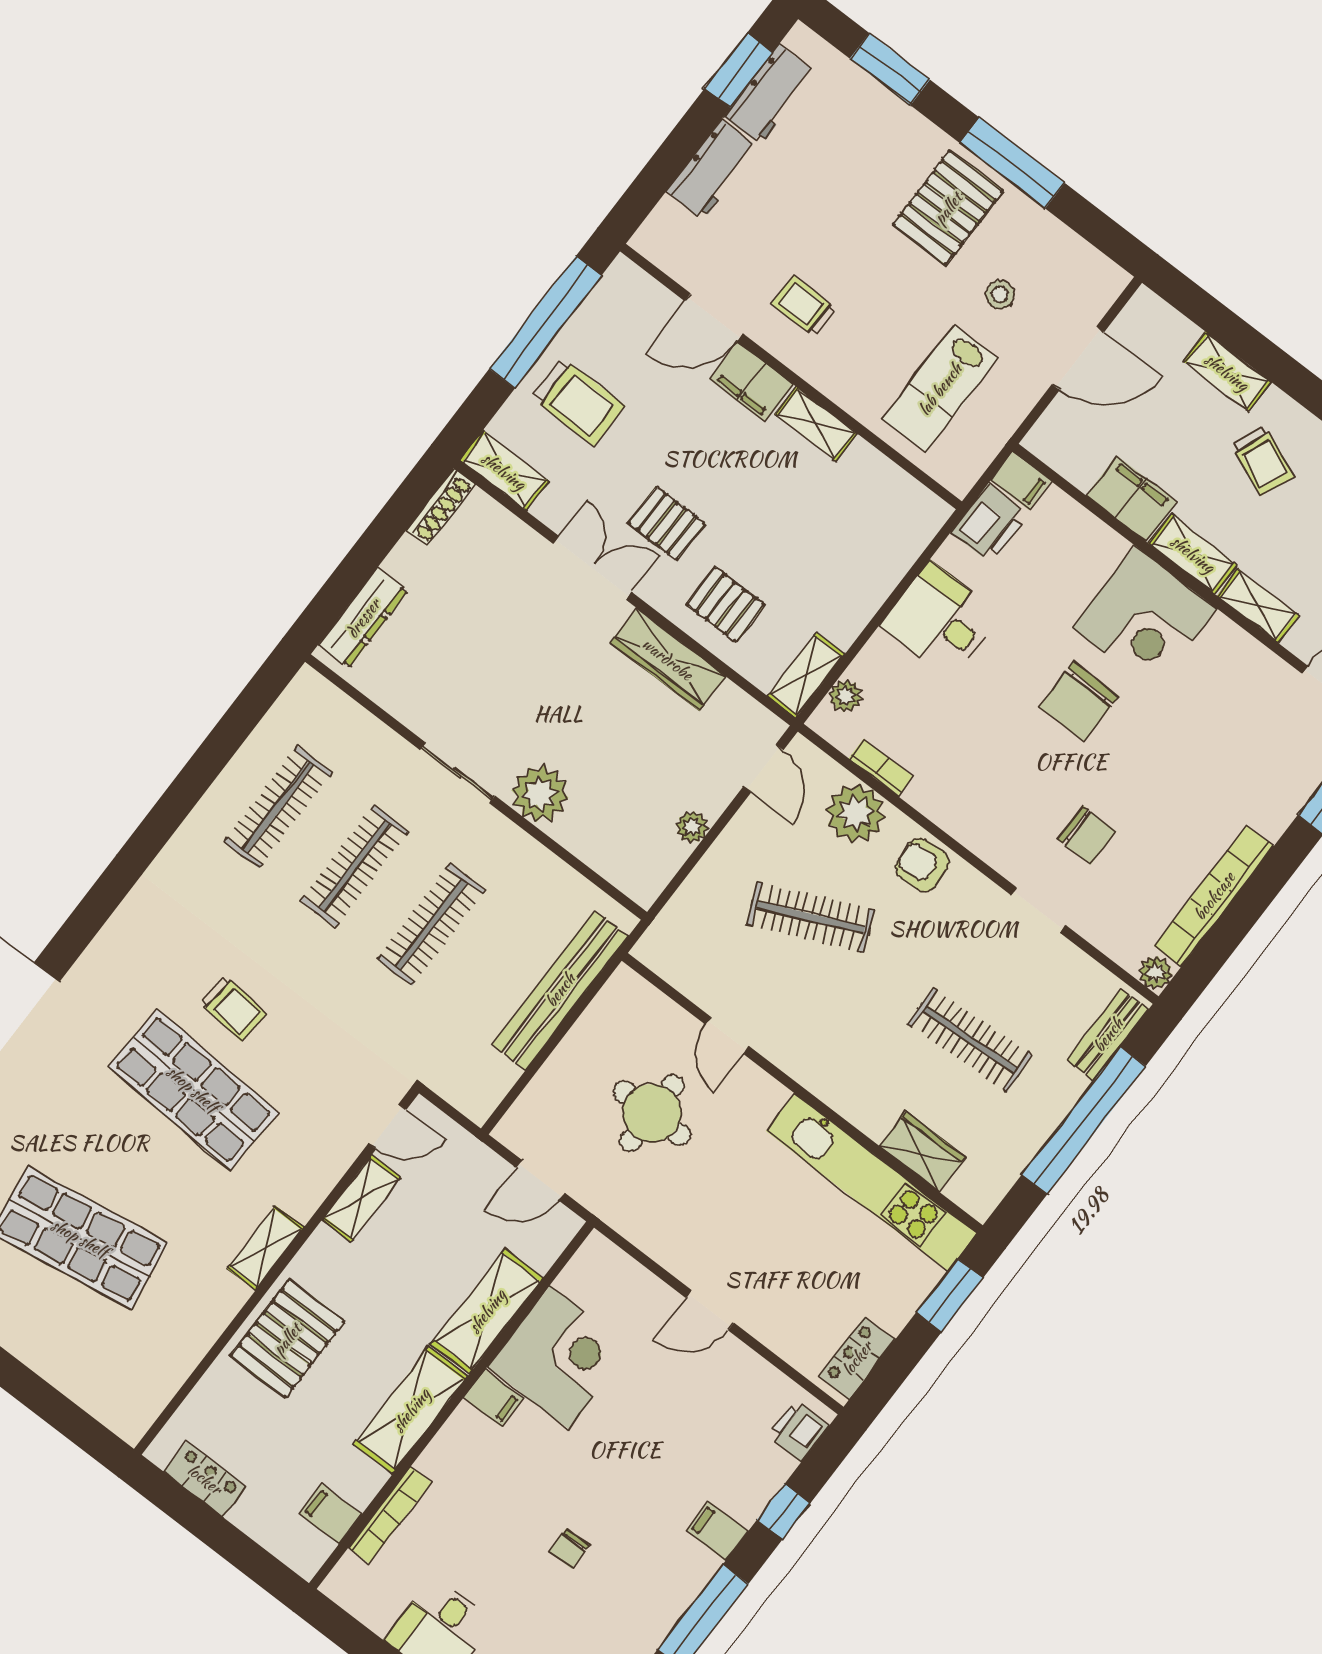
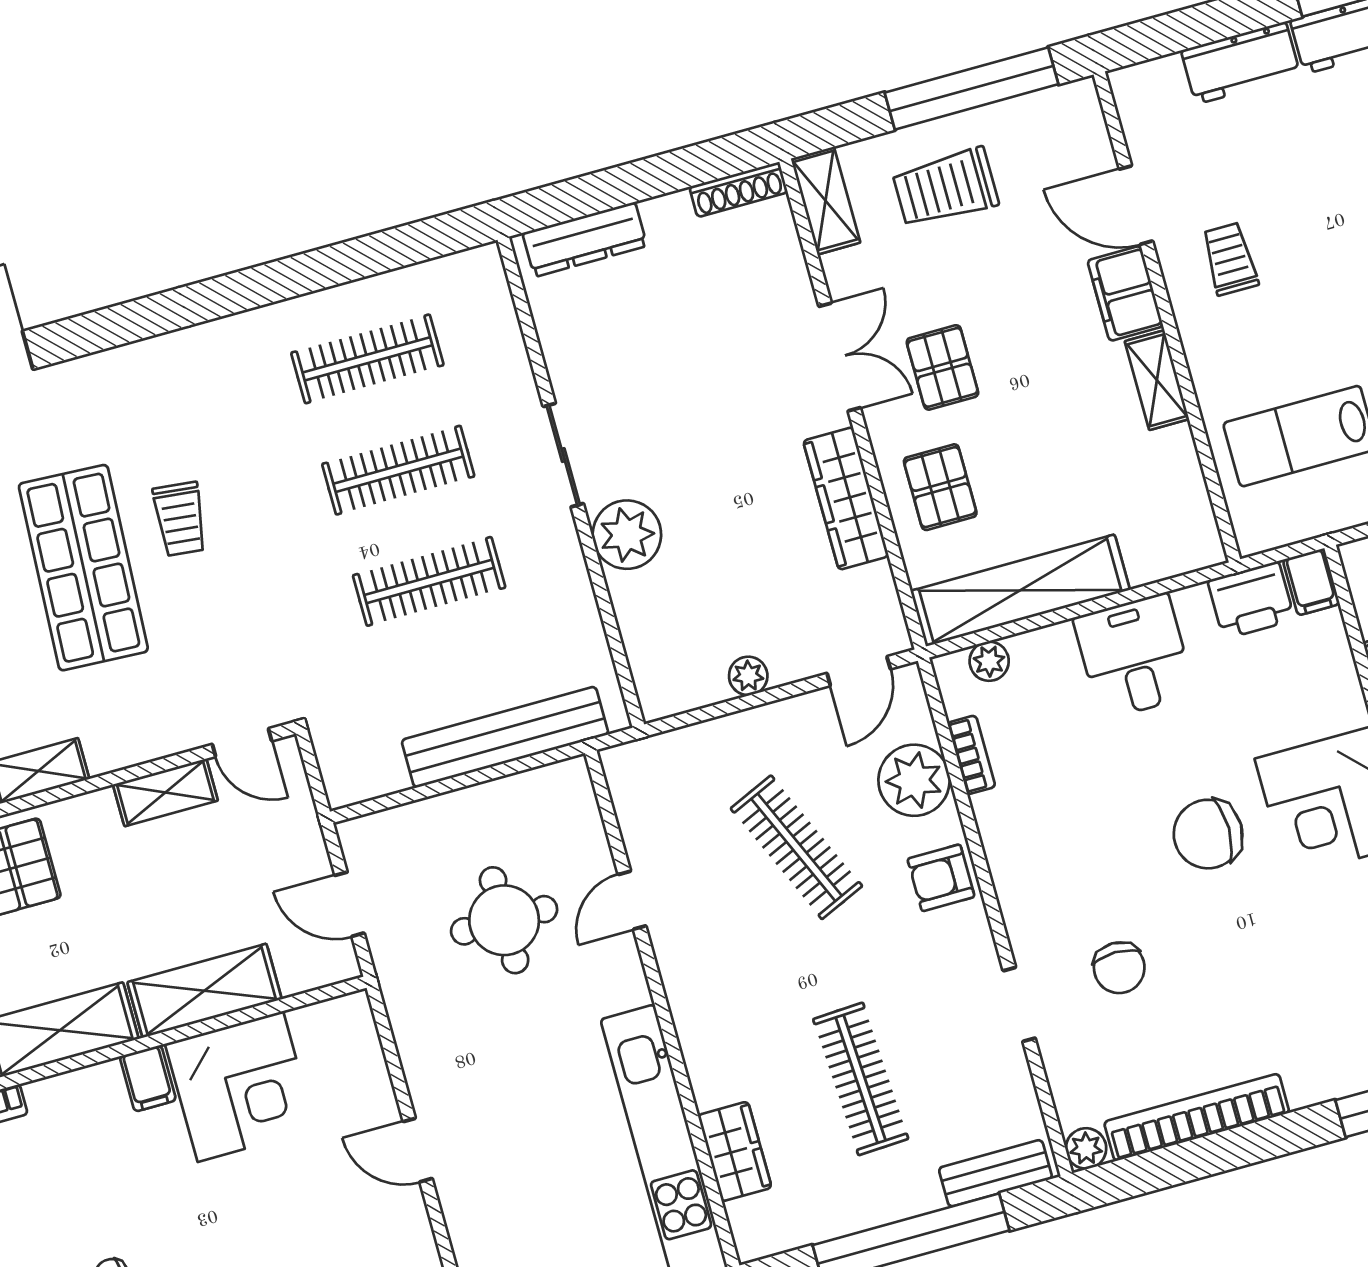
trolley: (578, 402) -> (945, 188), turned 90
shelving: (806, 675) -> (1020, 590), width x2.20, depth x1.33
armchair: (922, 865) -> (941, 878), turned -86

